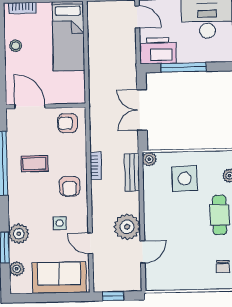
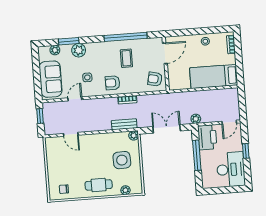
armchair: (68, 123) -> (155, 79), turned -77
plant: (127, 227) -> (196, 119), moved, width x0.53, depth x0.53

